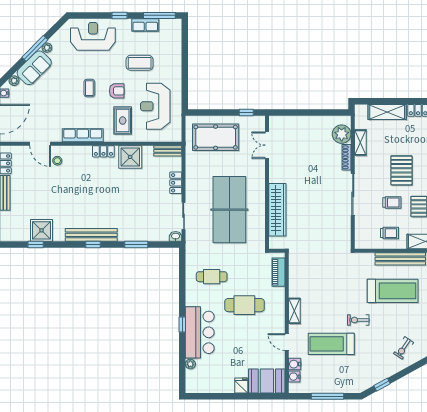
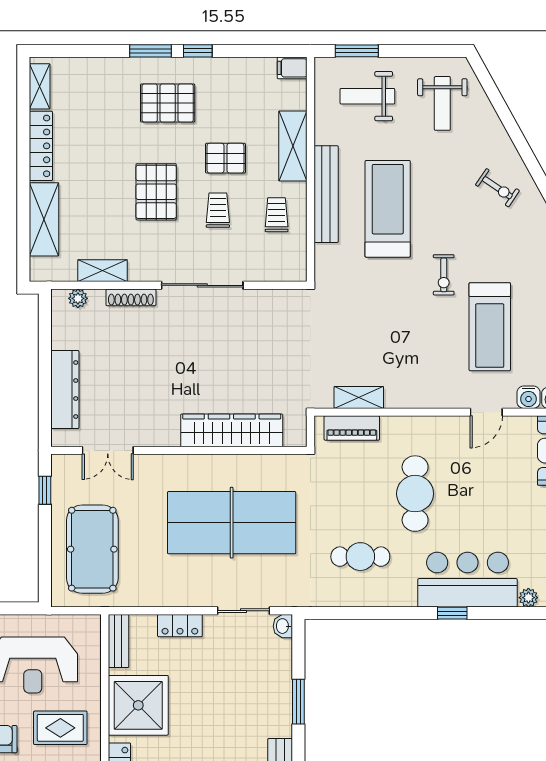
dresser: (299, 123) -> (65, 390), added
plant: (342, 134) -> (78, 298), width x0.53, depth x0.53
shower: (130, 157) -> (138, 705), width x1.37, depth x1.37
pallet: (401, 170) -> (156, 192), turned 90
cafe table: (212, 277) -> (360, 557), turned 90
shelving: (294, 311) -> (359, 397), moved

